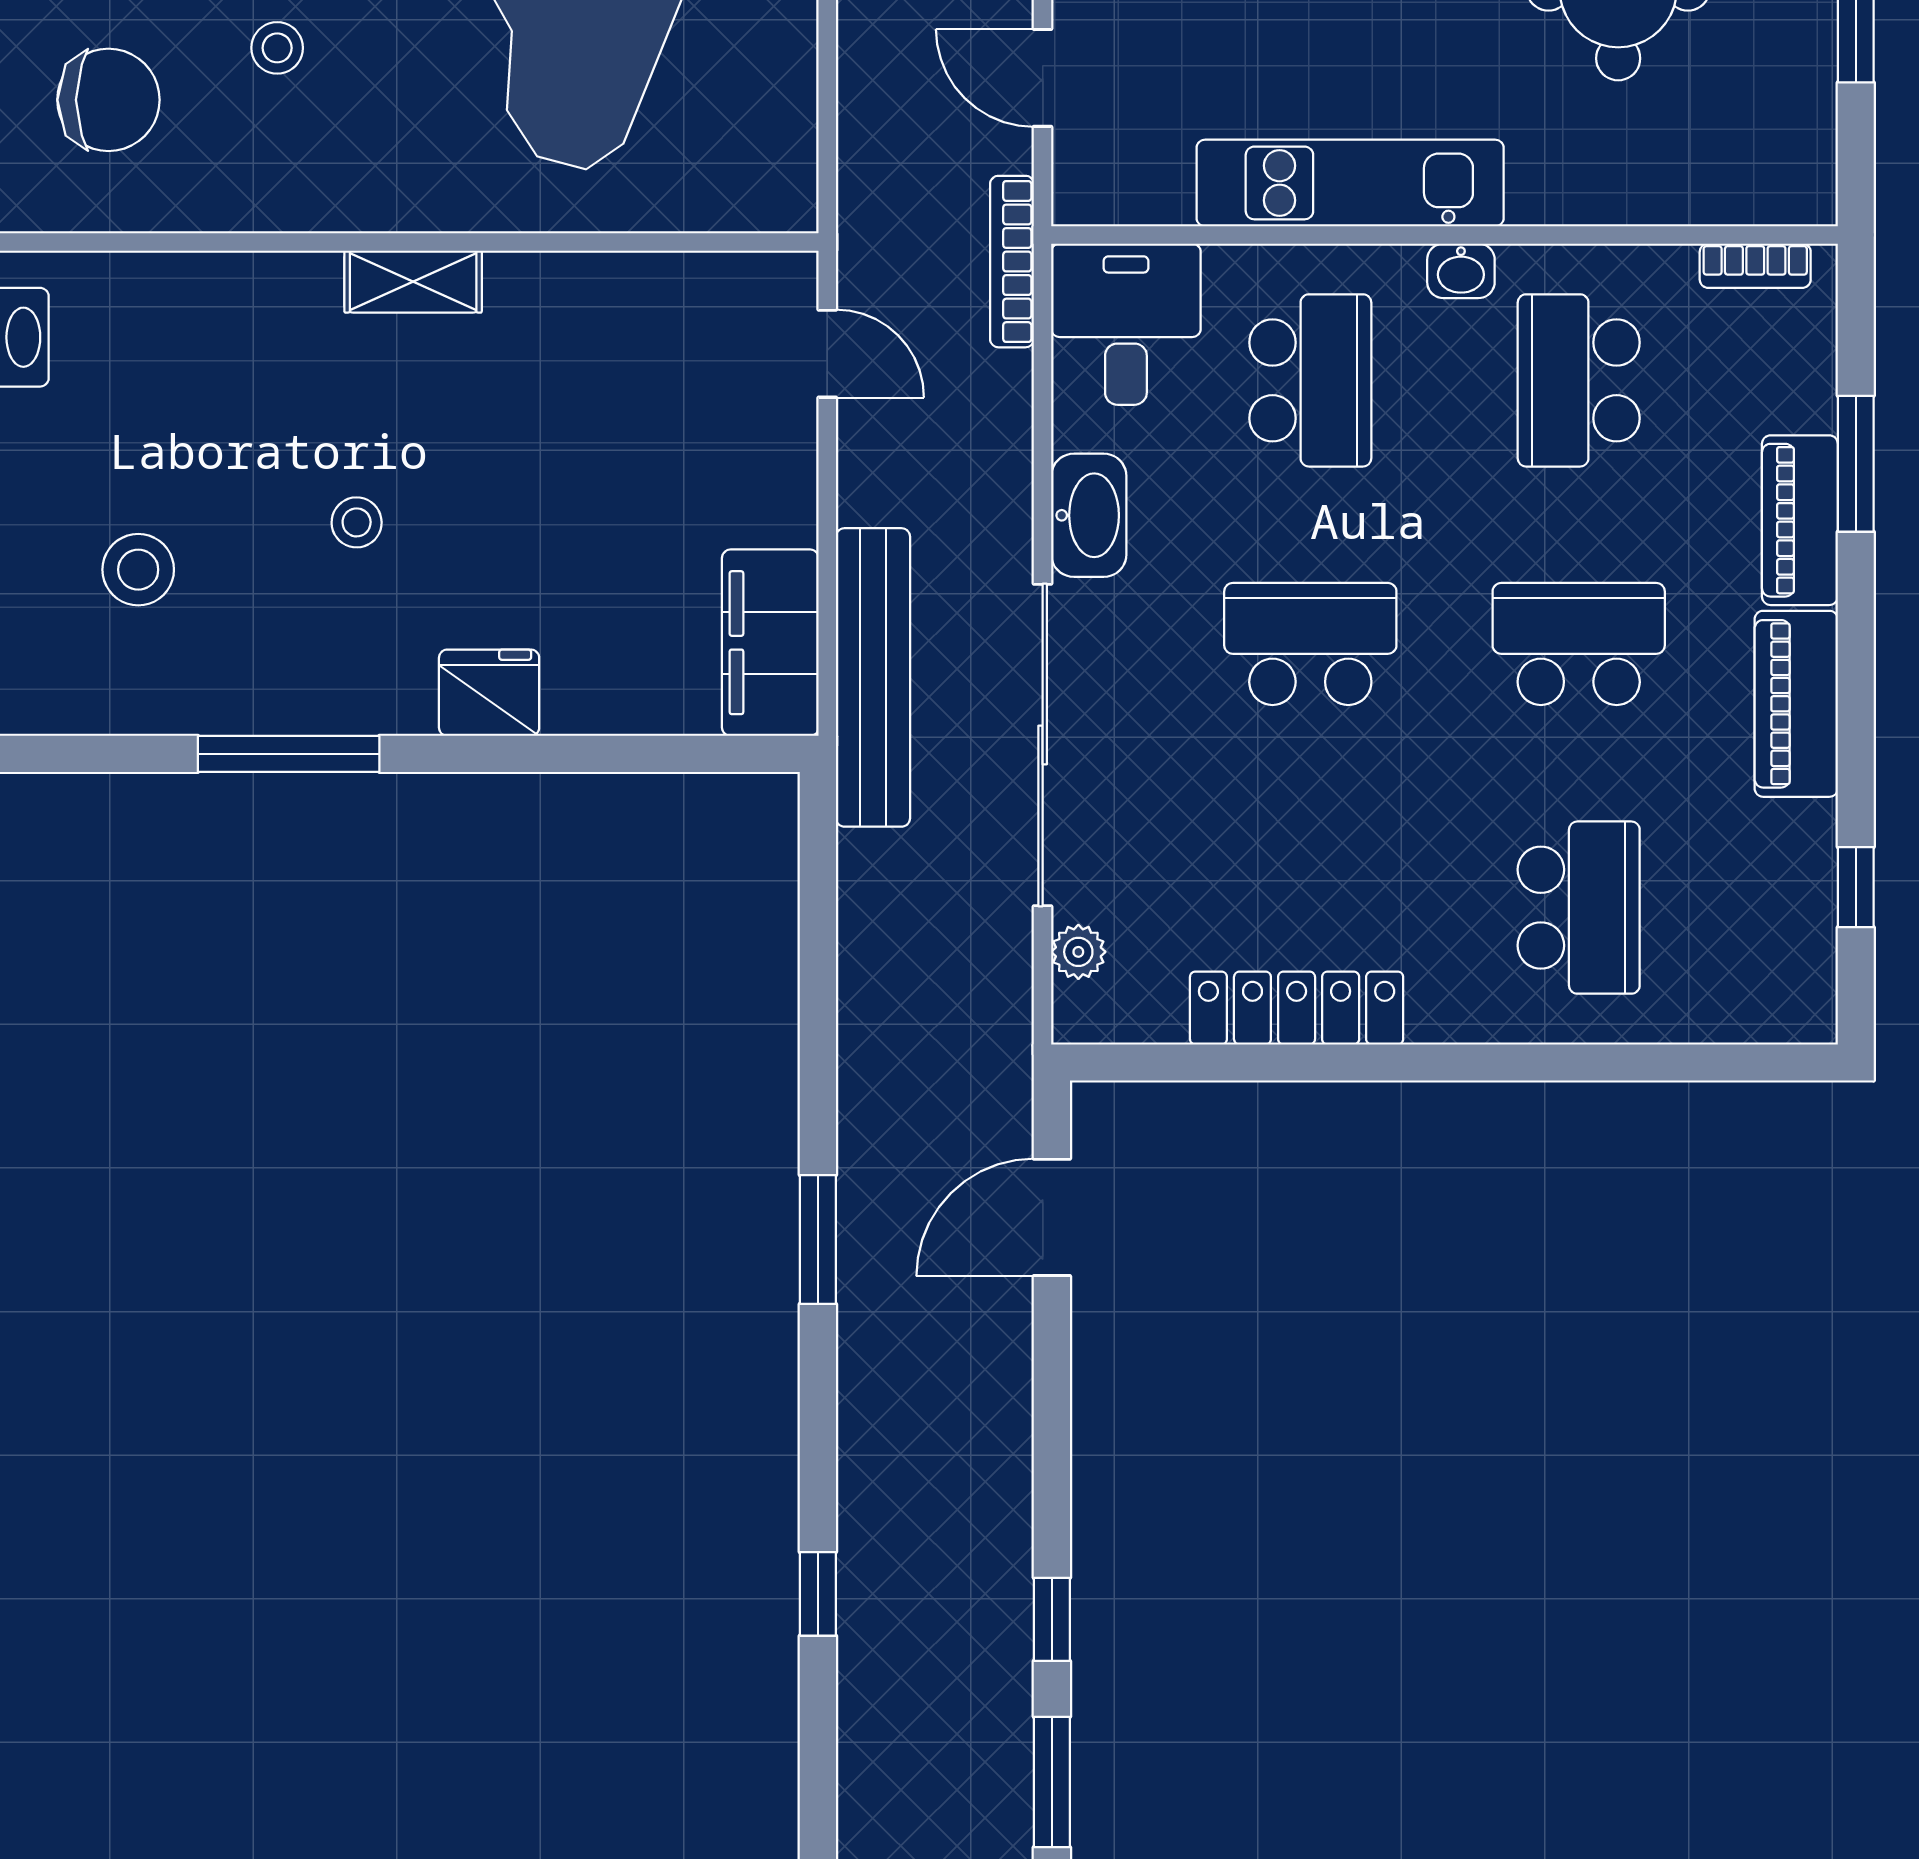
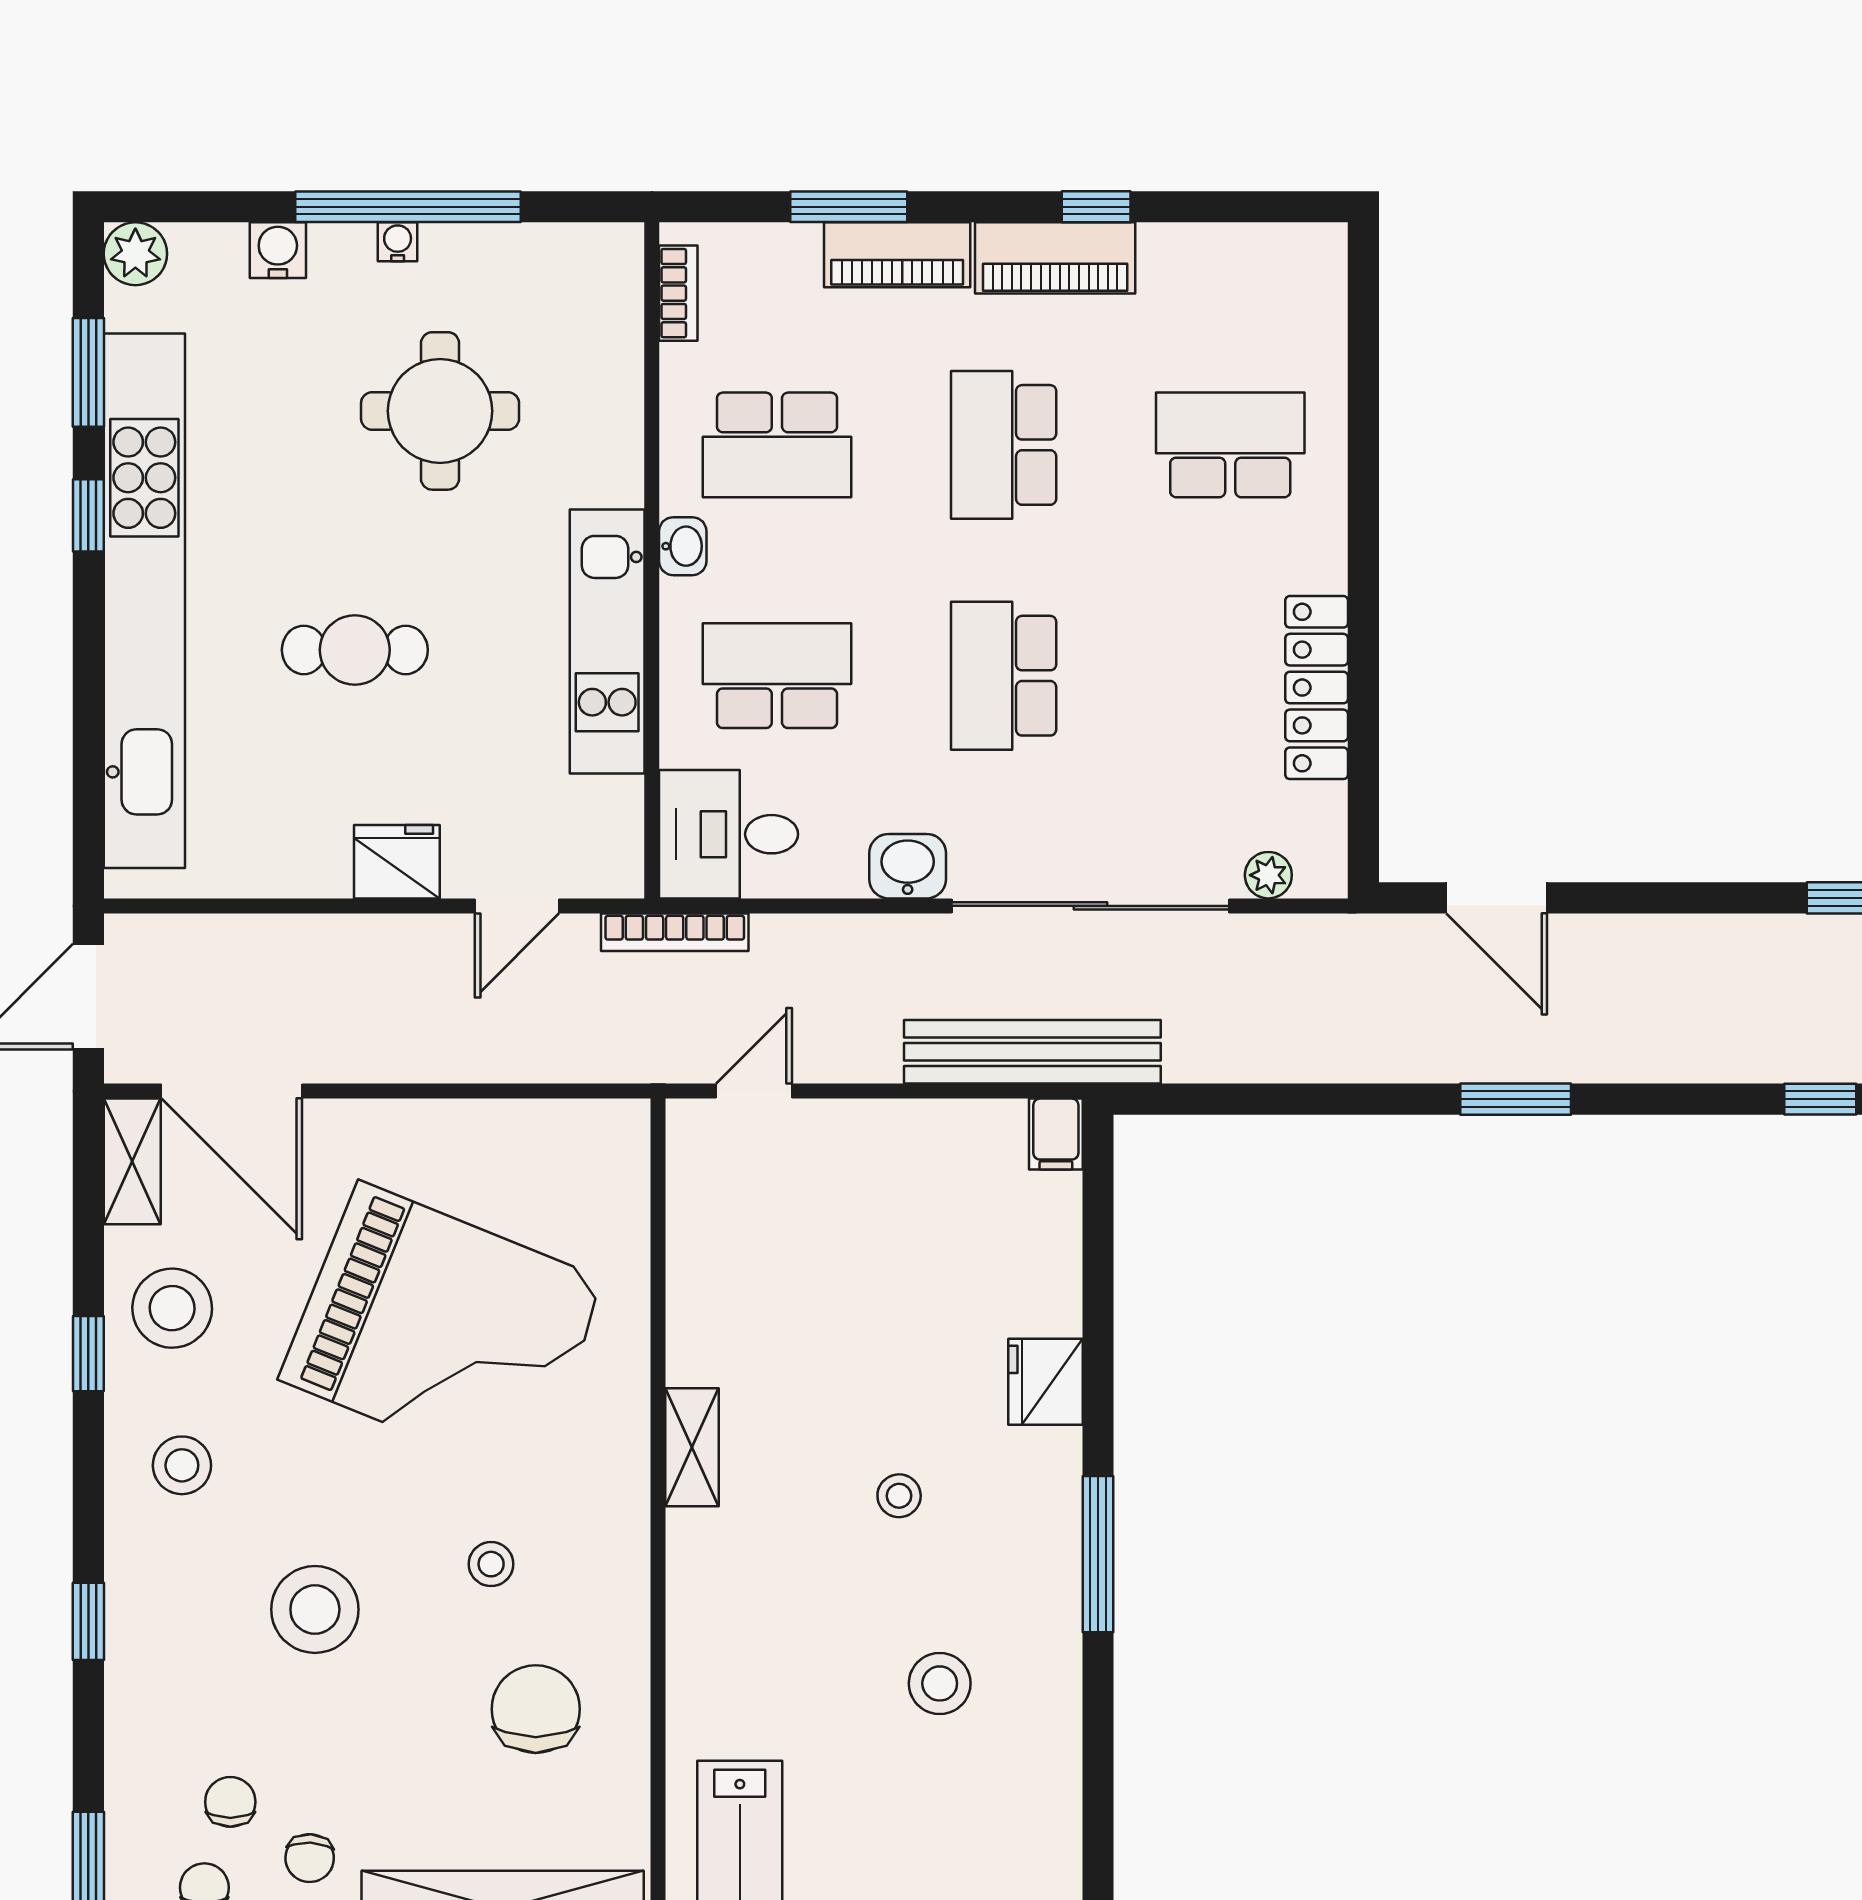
washbasin: (1089, 515) -> (908, 866), width x0.72
filing cabinet: (770, 643) -> (1056, 1134), width x0.33, depth x0.86
window: (1856, 887) -> (1096, 207), moved

